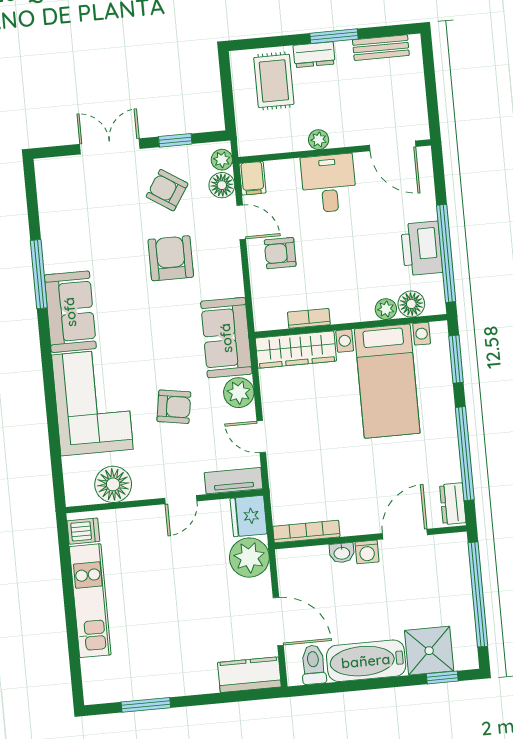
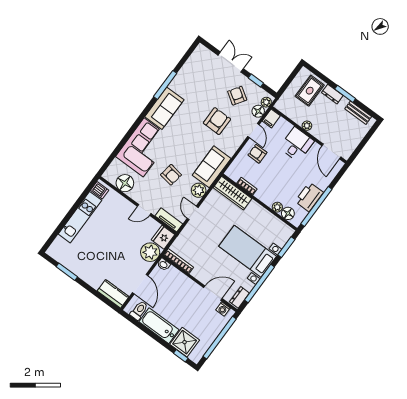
bed with nightstands: (387, 381) -> (248, 251), moved, turned 90
washing machine: (367, 552) -> (223, 309), moved
washbasin: (342, 553) -> (164, 264), moved

